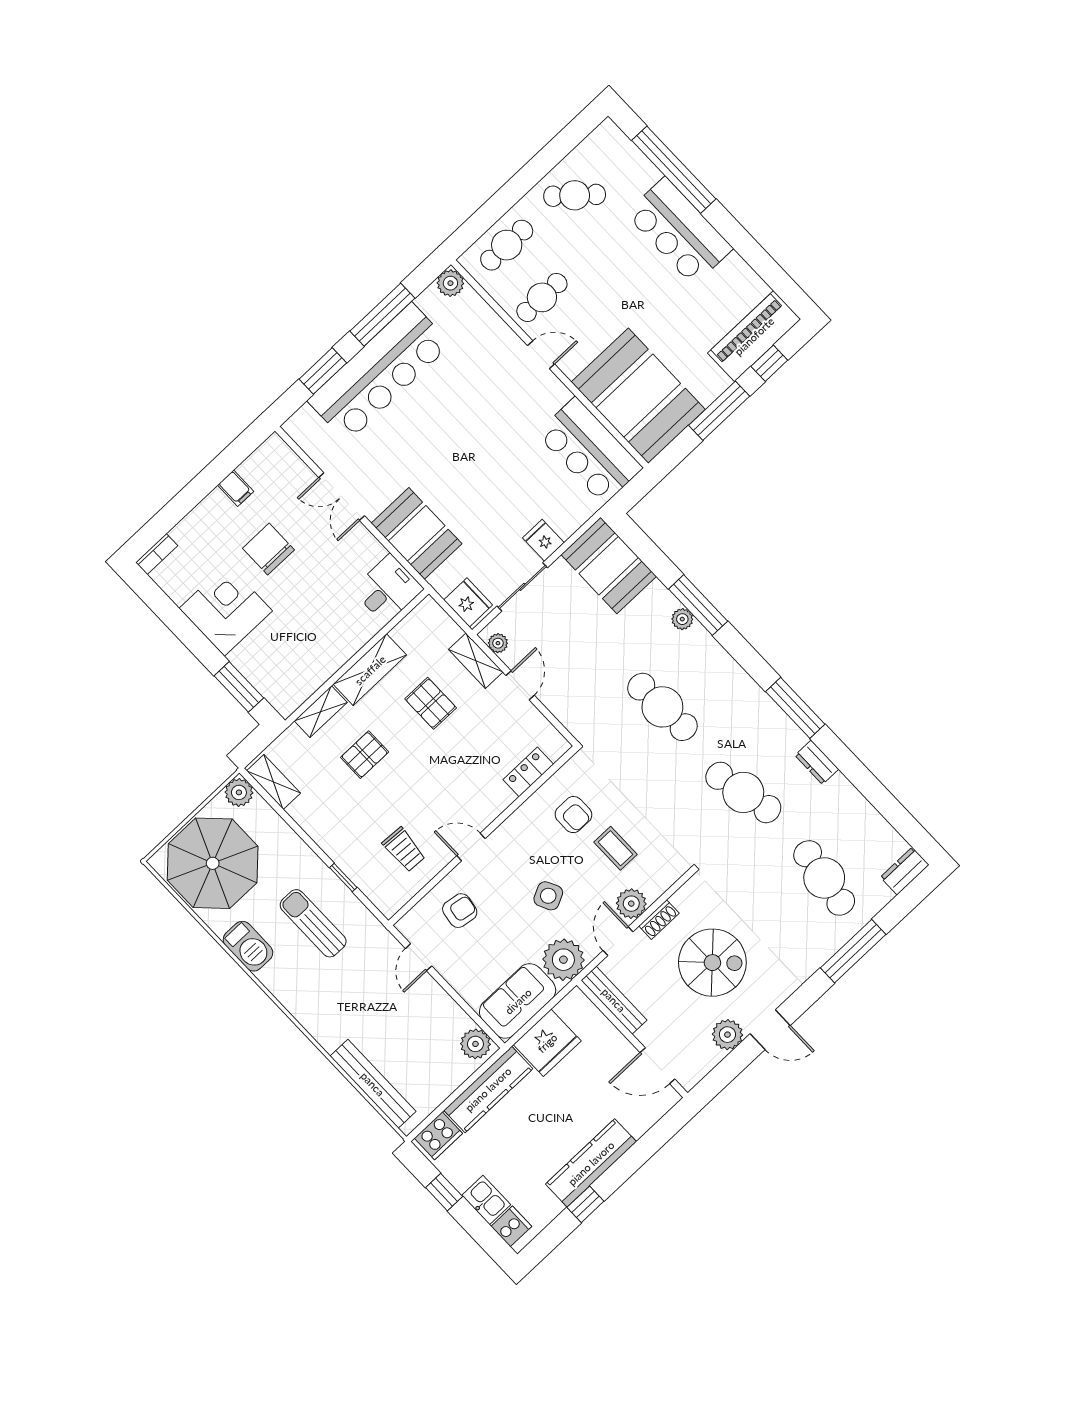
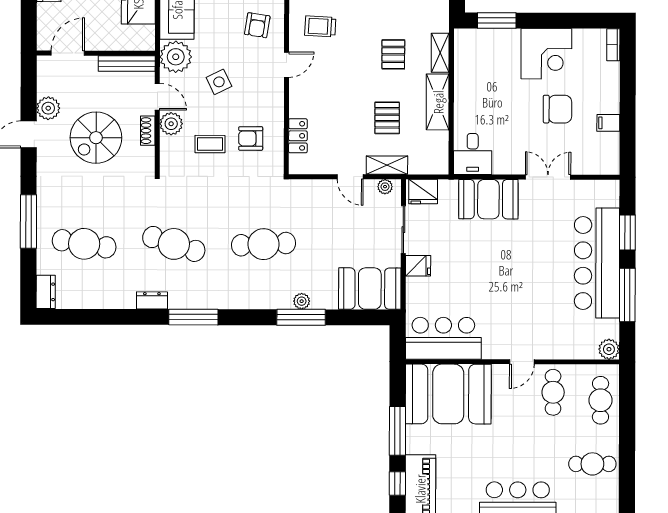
cafe table: (575, 195) -> (592, 464), turned 49
pallet: (431, 703) -> (387, 118), turned 90
cafe table: (743, 792) -> (174, 244), turned 30

